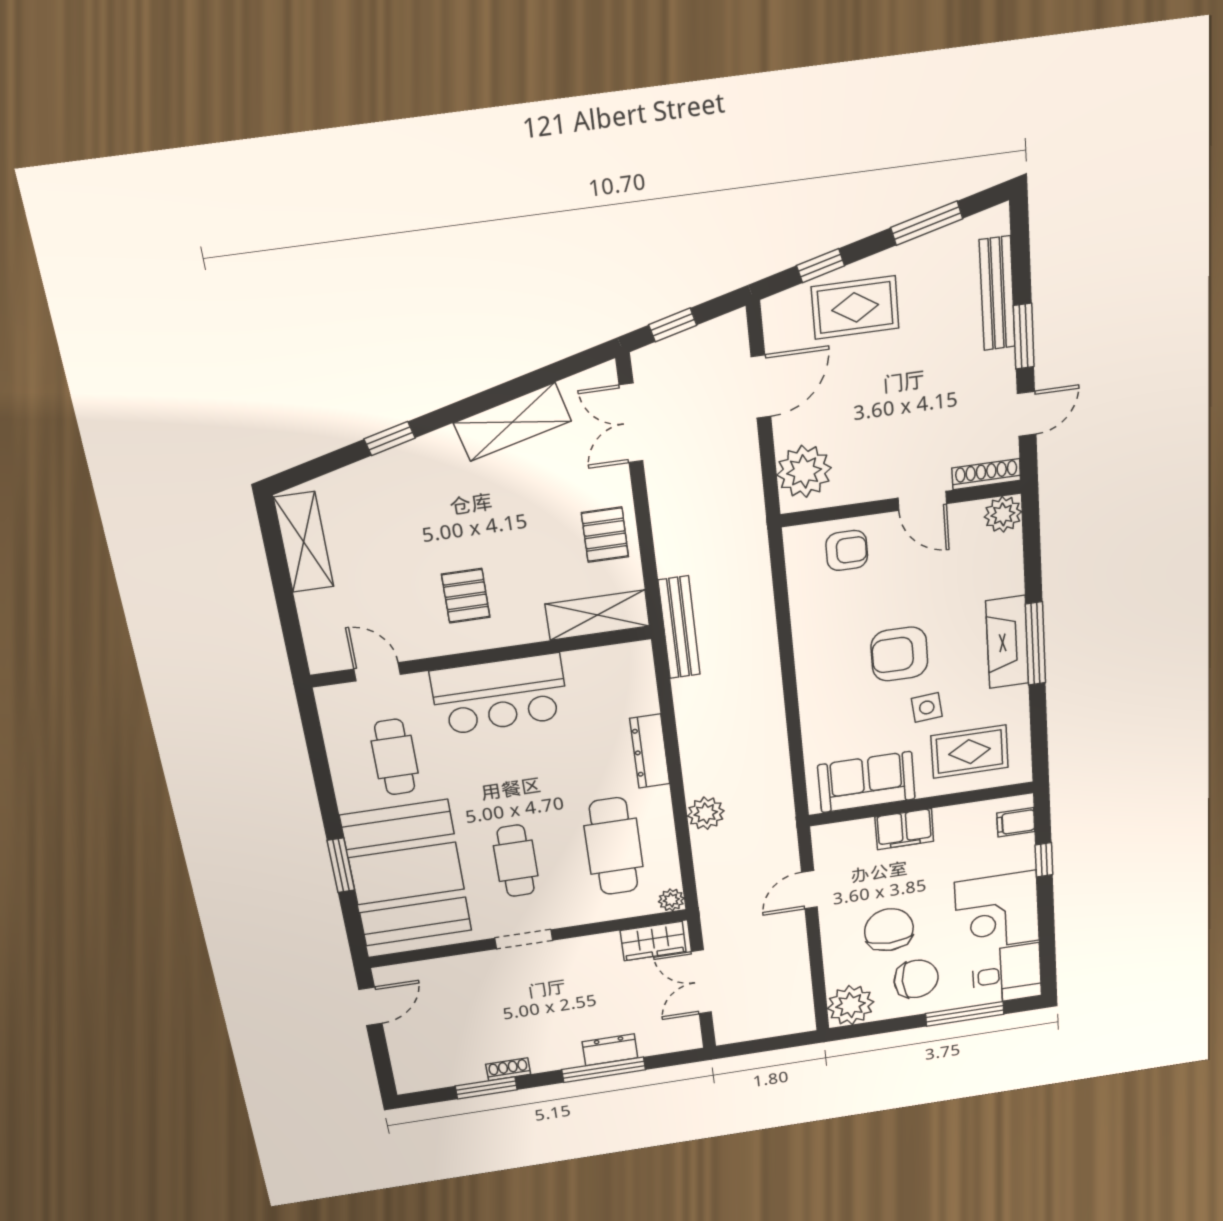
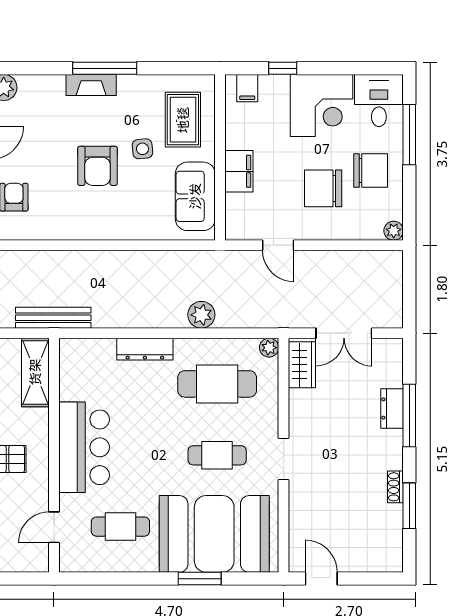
fireplace: (1007, 642) -> (91, 85), width x0.73, depth x0.76
chair: (916, 979) -> (371, 170), turned 90
plant: (851, 1005) -> (394, 231), width x0.53, depth x0.53

